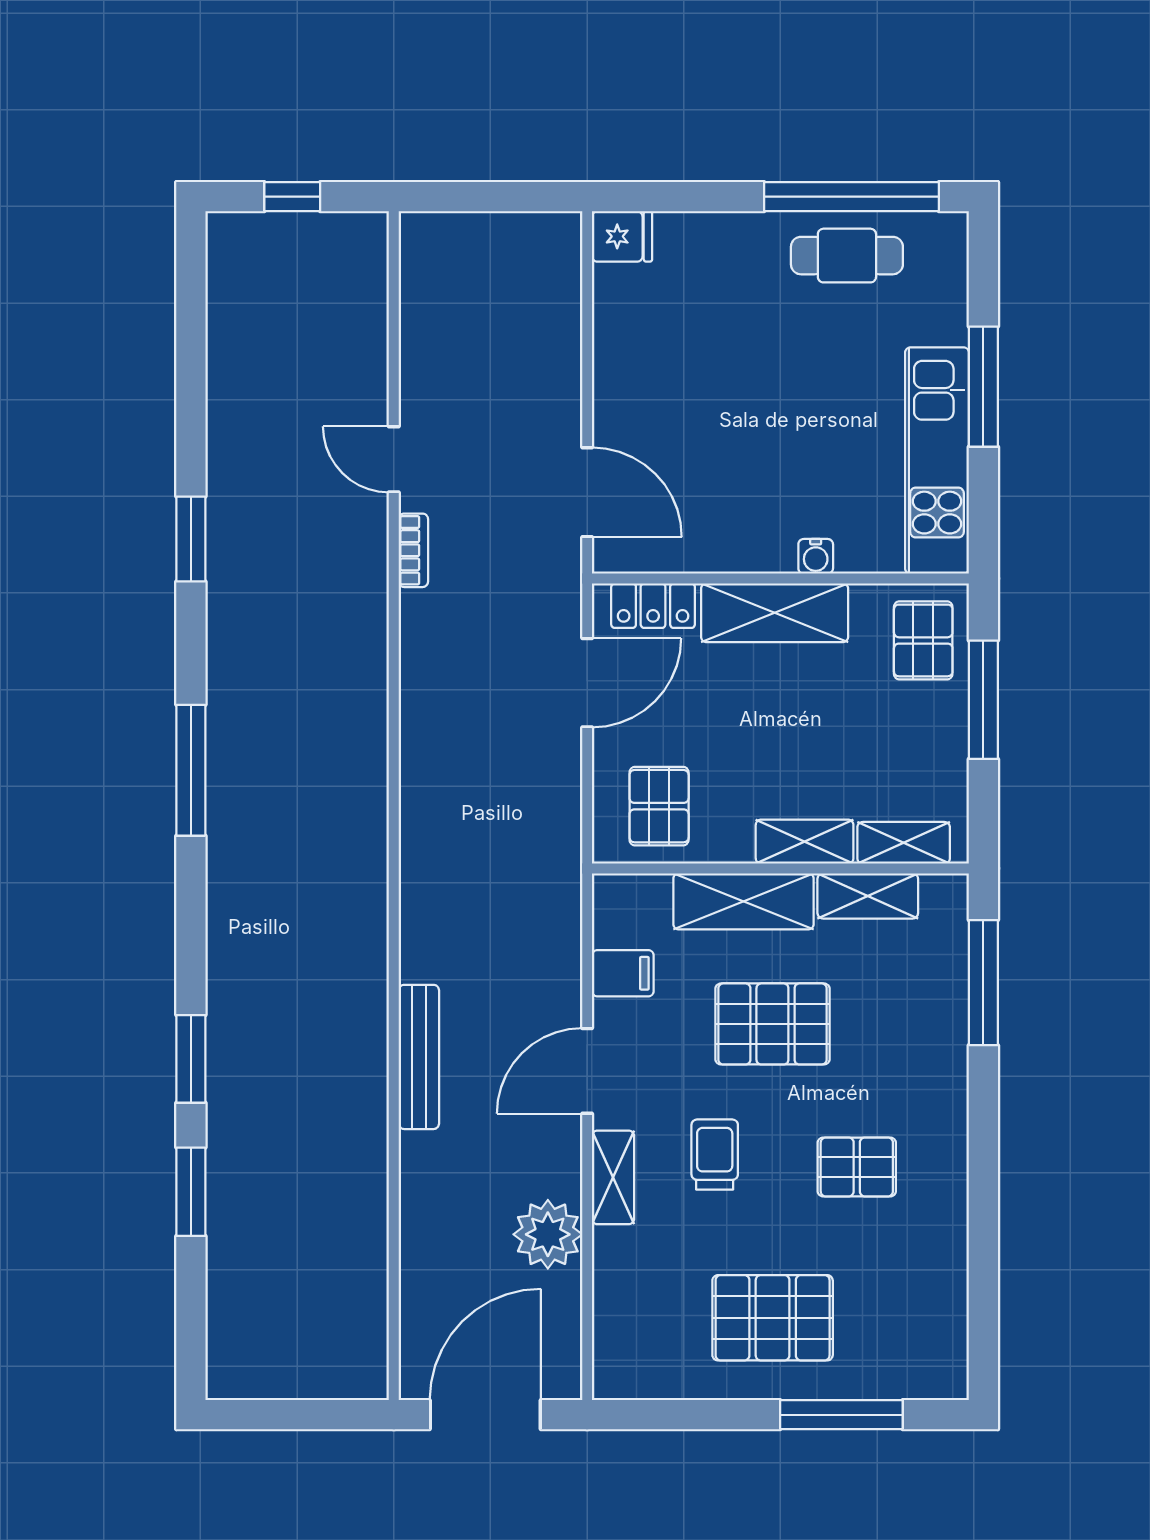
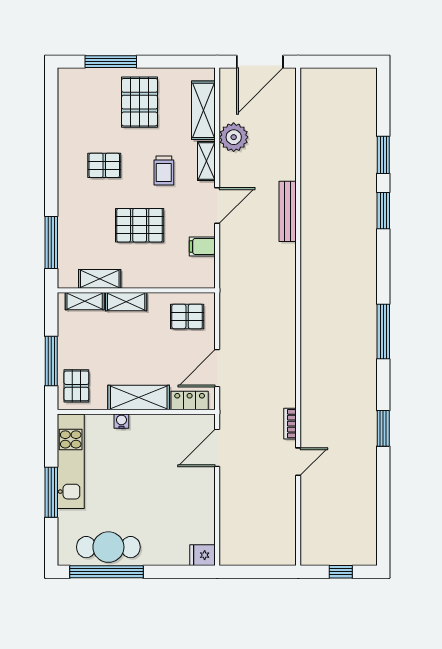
cafe table: (847, 256) -> (108, 547), width x1.37, depth x1.35
door: (394, 459) -> (298, 462), hinge flipped
door: (587, 492) -> (217, 448), hinge flipped
pallet: (659, 806) -> (187, 316), turned 90
shelving: (743, 901) -> (203, 110), moved, turned 90
pallet: (773, 1318) -> (140, 102), turned 90

